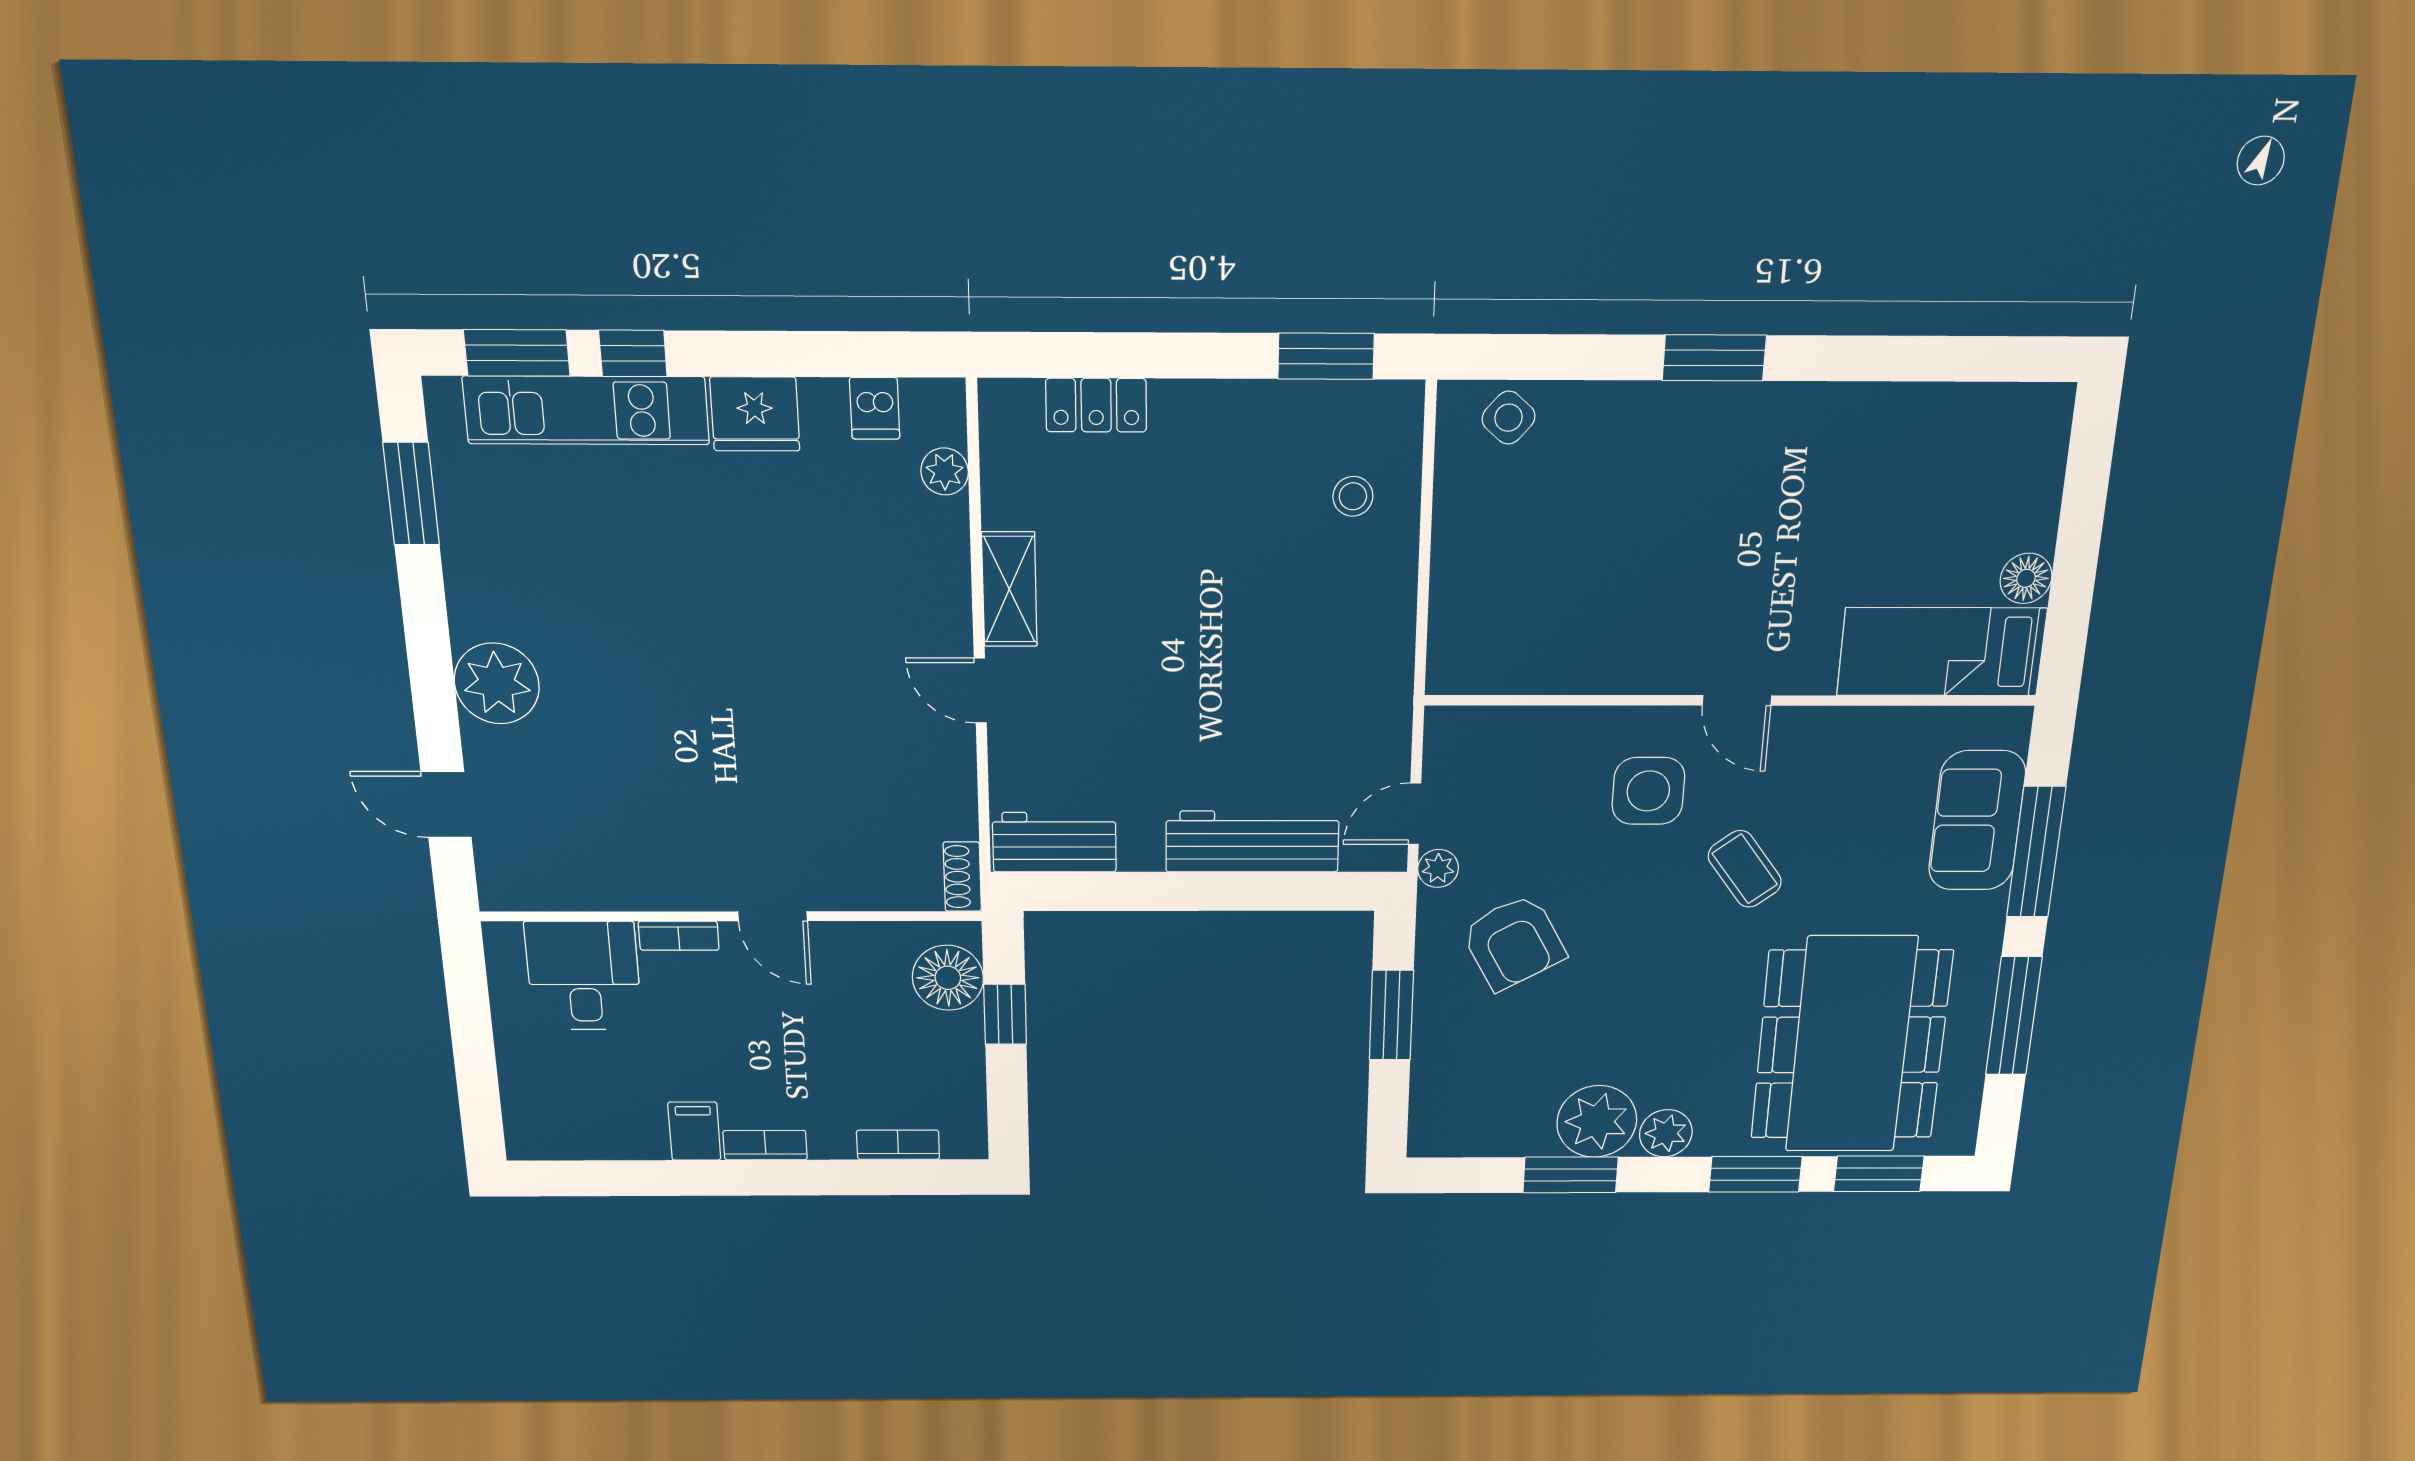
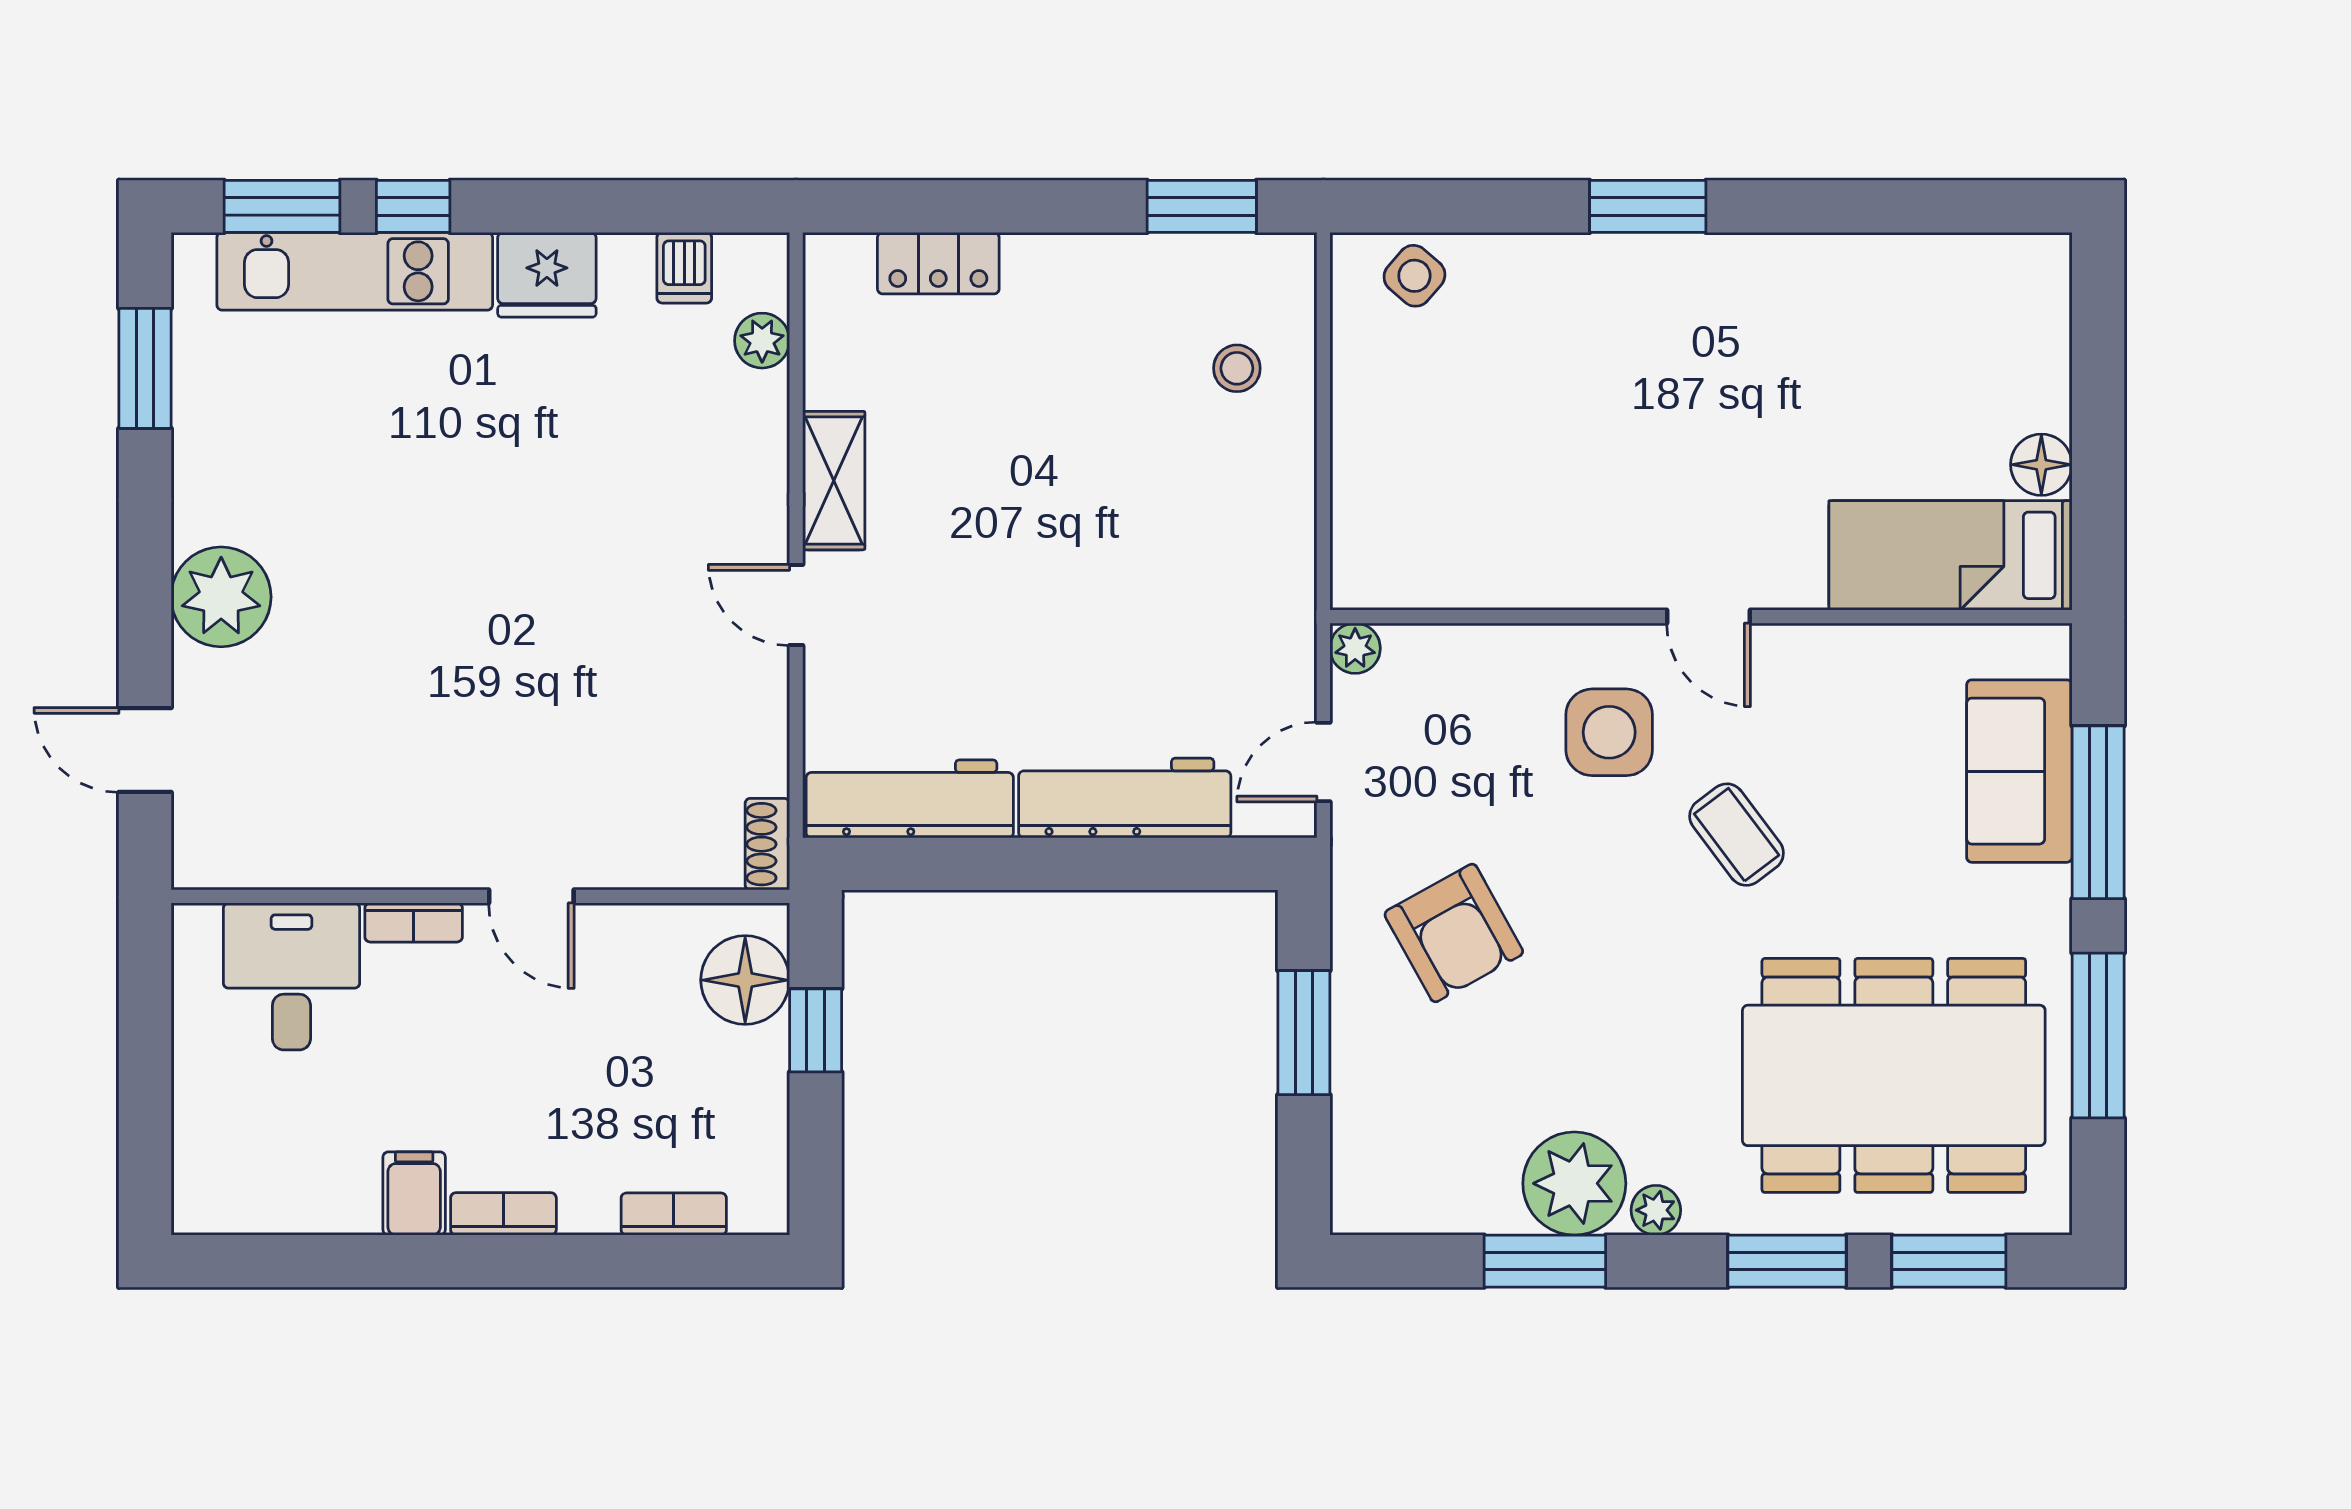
workbench: (1054, 842) -> (910, 799), width x1.38
plant: (1438, 868) -> (1355, 648), moved
dining table: (1851, 1045) -> (1894, 1075), turned 90
plant: (1666, 1133) -> (1656, 1210), width x0.73, depth x0.73

